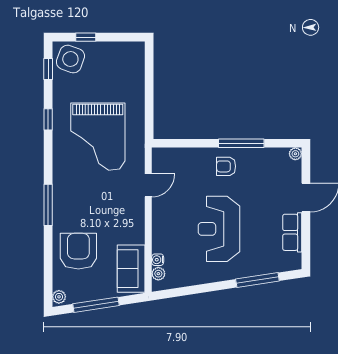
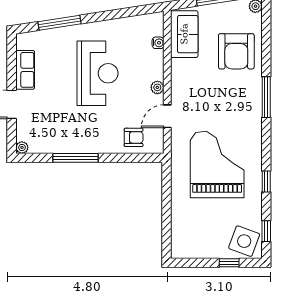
armchair: (226, 166) -> (134, 137), moved
plant: (158, 274) -> (157, 87), moved

